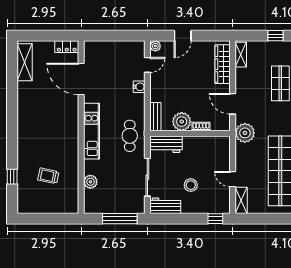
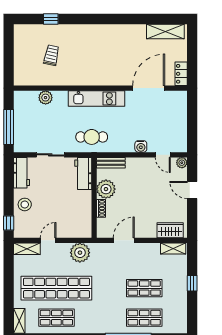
wardrobe: (223, 64) -> (170, 230), width x0.67
plant: (245, 133) -> (80, 253), moved
sliding door: (147, 177) -> (50, 155), width x0.73
stool: (191, 185) -> (25, 204), moved

